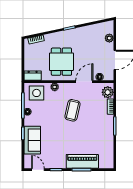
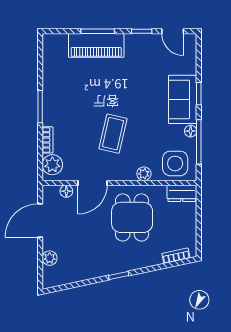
sofa: (32, 140) -> (183, 99), moved

